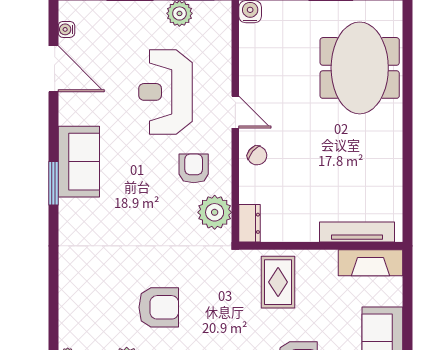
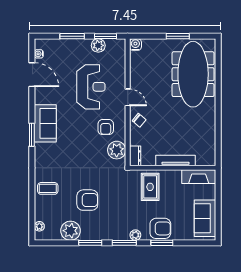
meeting table: (360, 68) -> (193, 74), width x1.36
reception desk: (166, 92) -> (91, 87), turned 180
armchair: (194, 168) -> (106, 127), turned 180
tv unit: (357, 232) -> (176, 161), moved
coffee table: (84, 285) -> (48, 188), added

